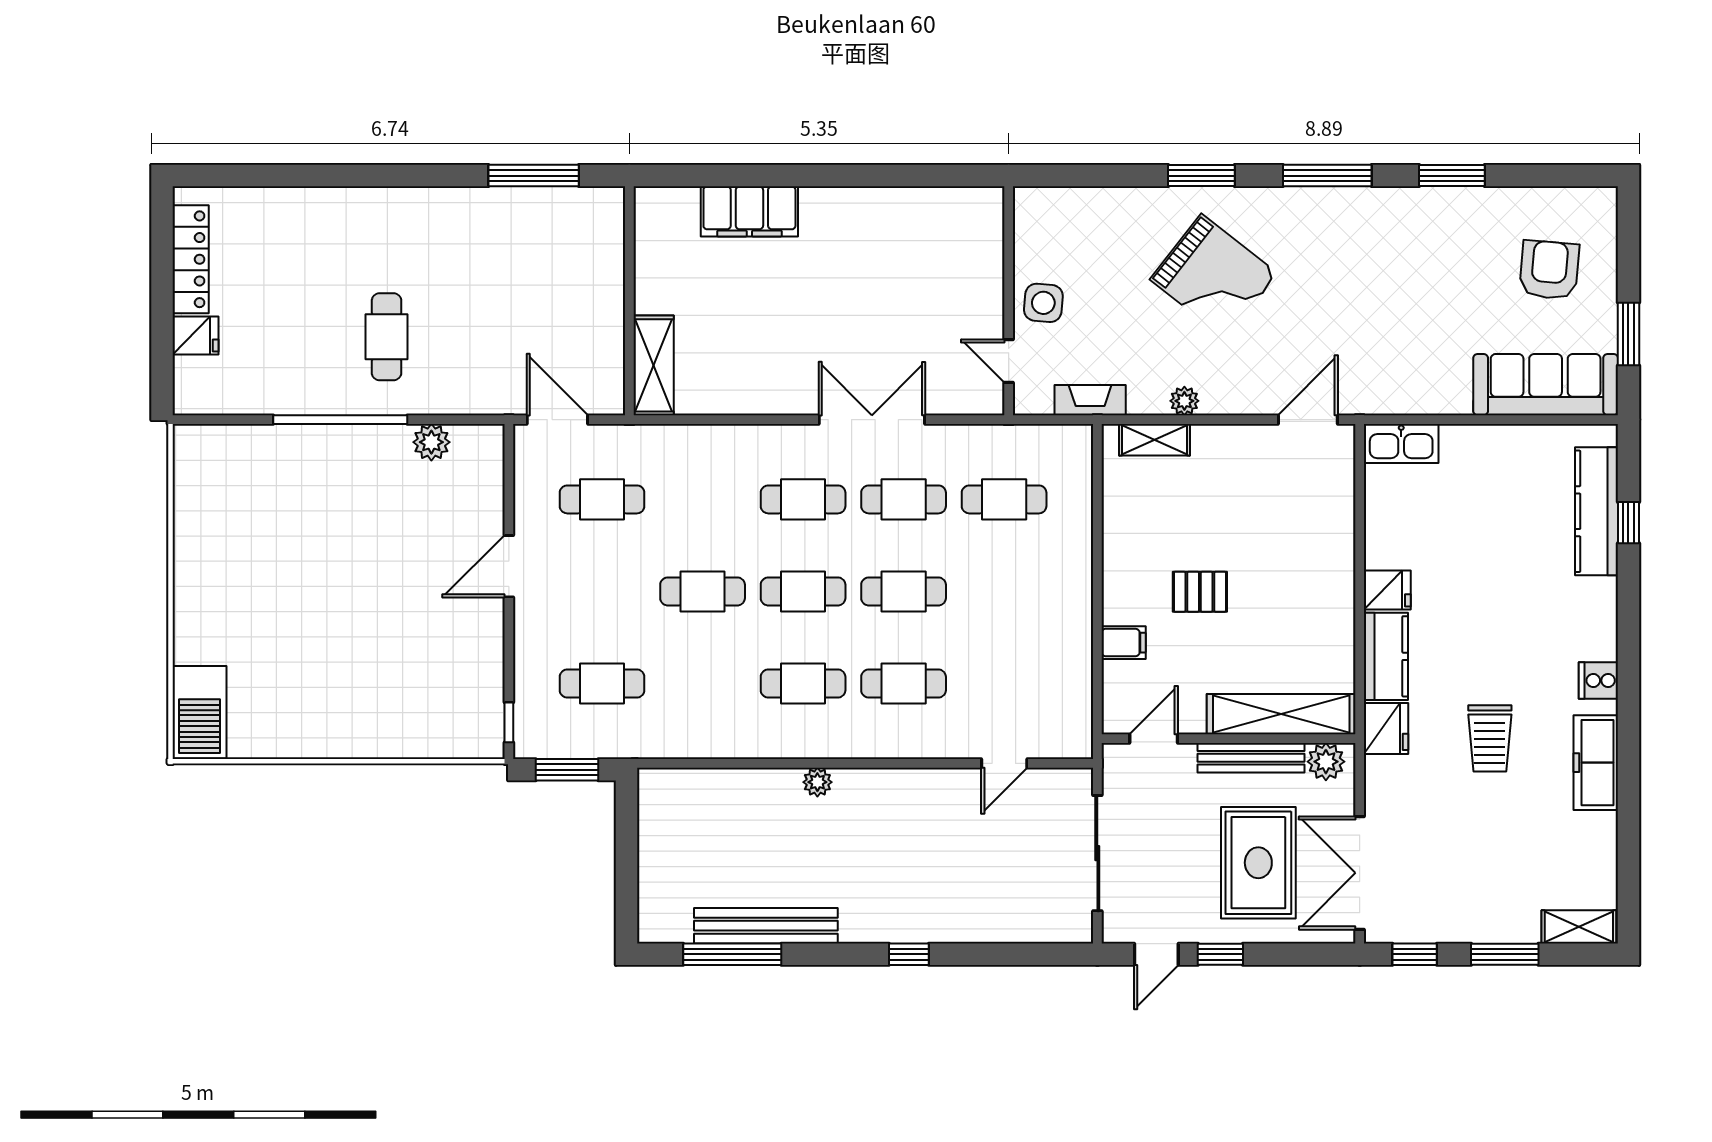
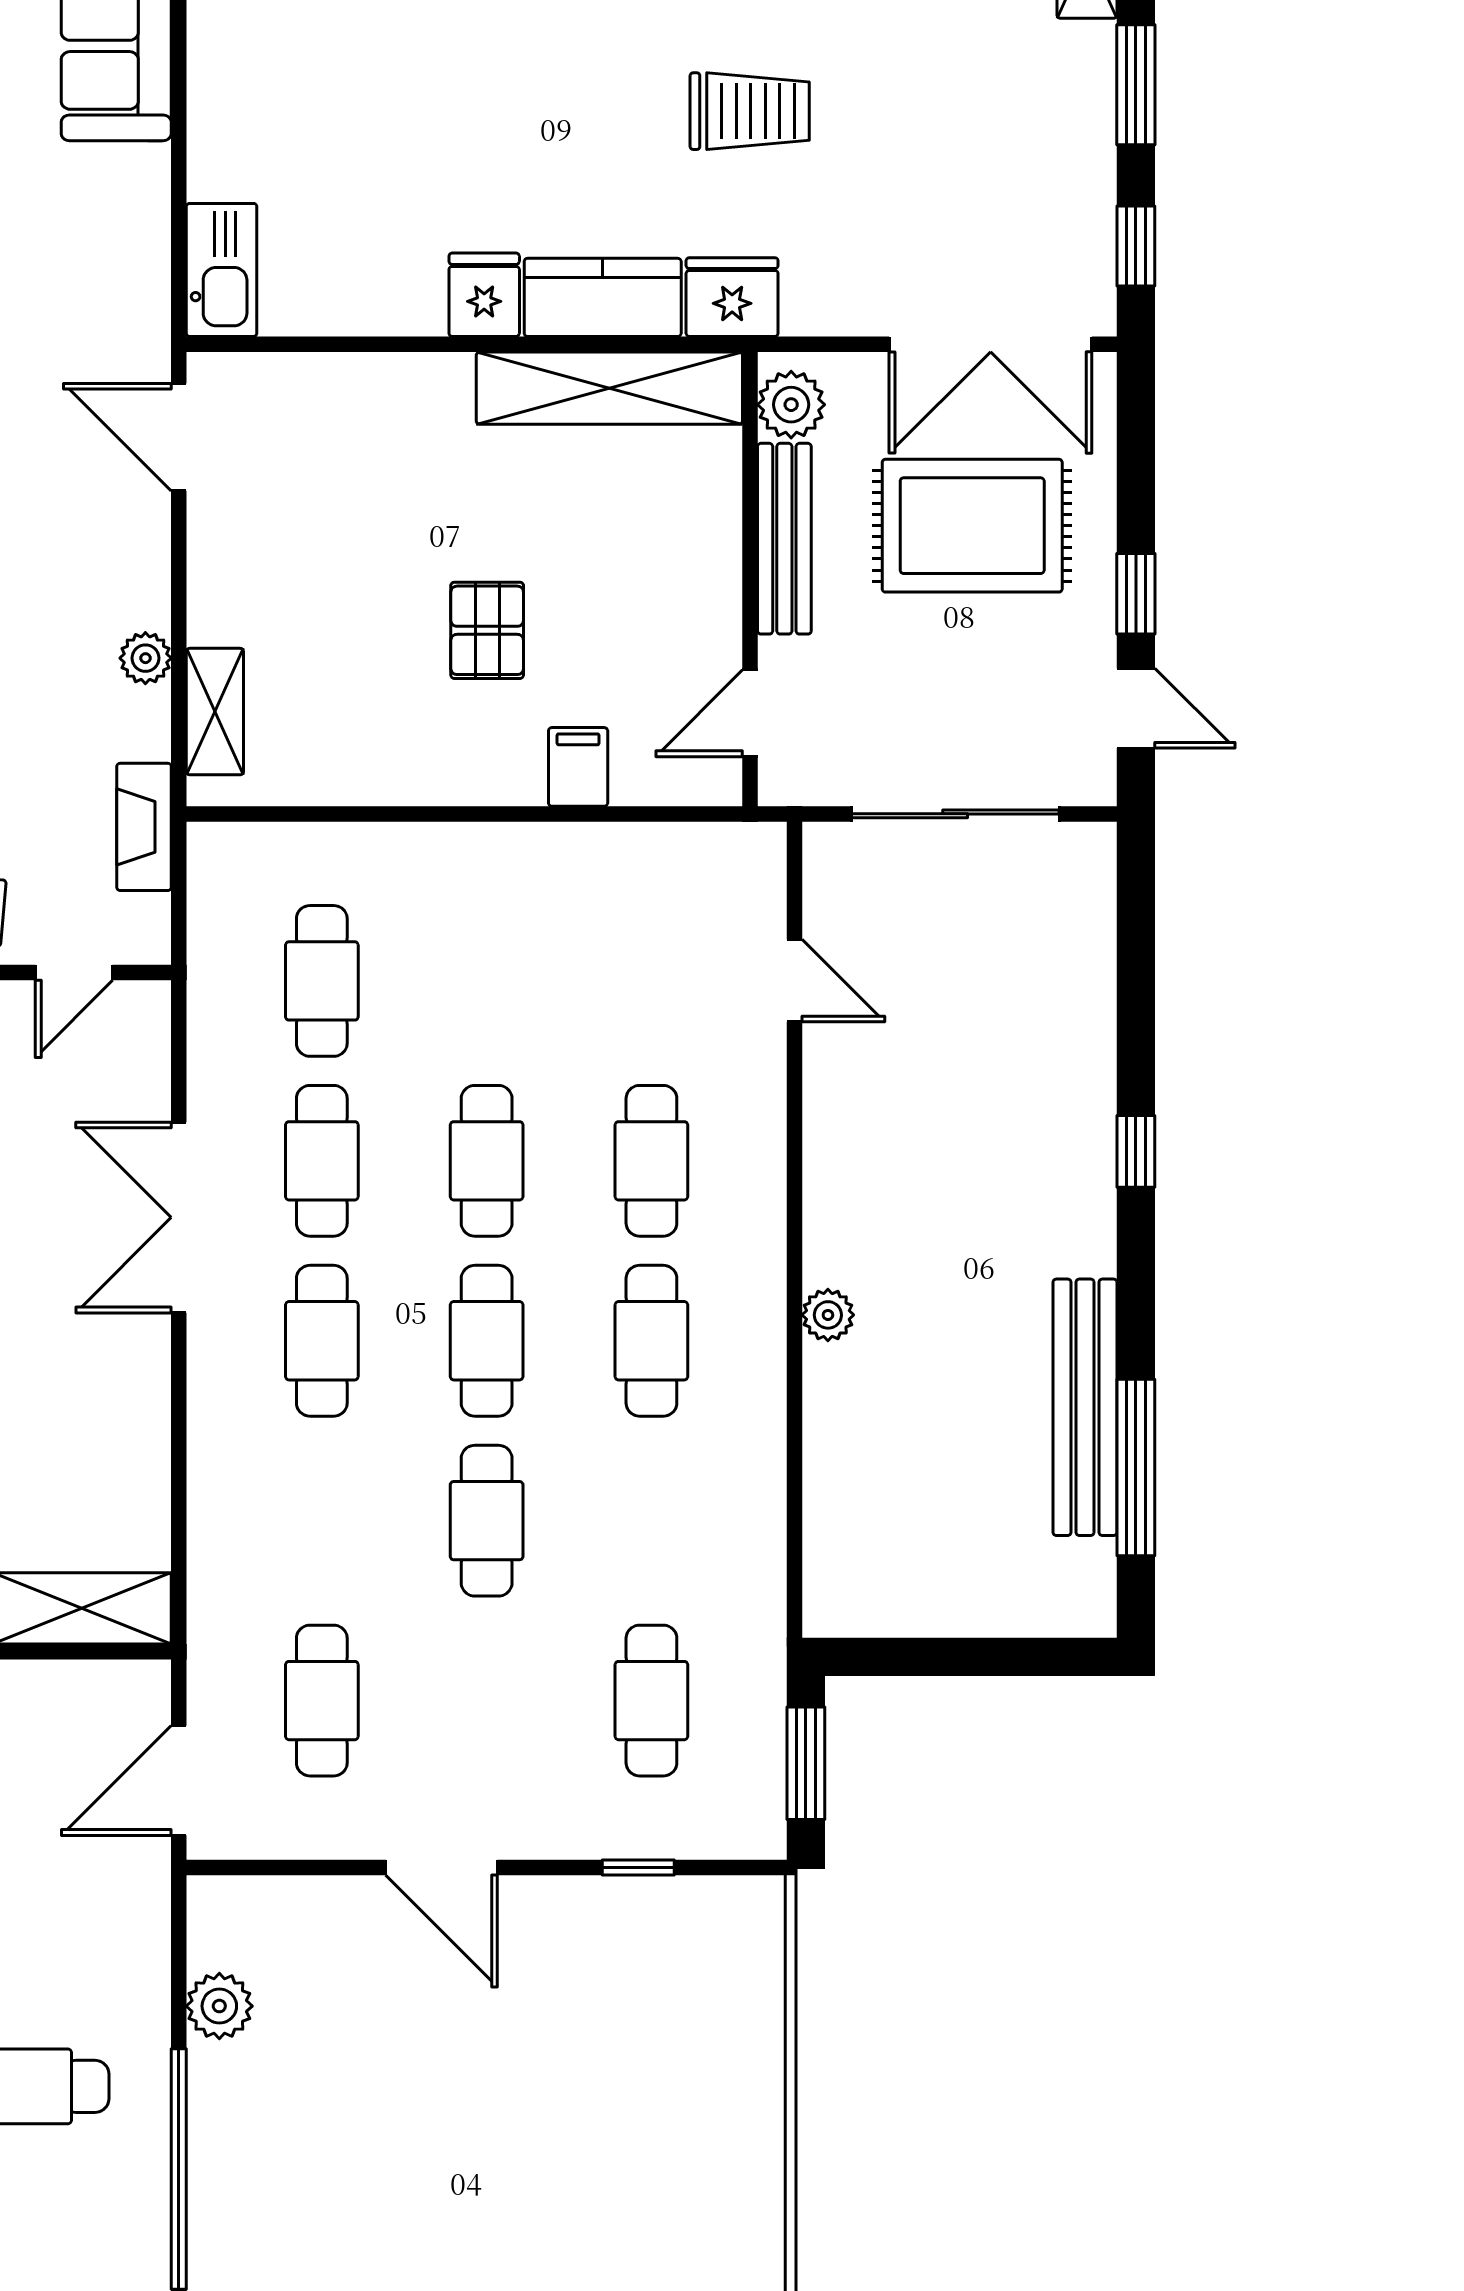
shelving: (1281, 714) -> (609, 388), moved, turned 90
window: (509, 722) -> (638, 1868), moved
door: (1154, 739) -> (750, 713), hinge flipped

